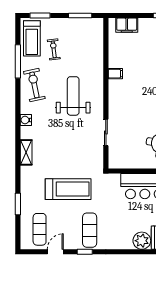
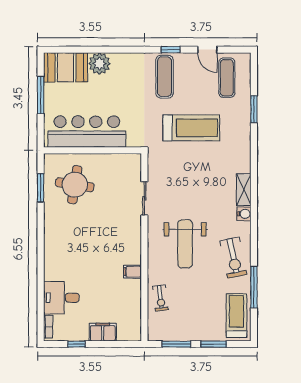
window: (40, 16) -> (214, 344), moved
filing cabinet: (127, 25) -> (103, 332), moved
exercise bike: (54, 49) -> (160, 298), moved
shelving: (26, 152) -> (244, 190), moved
treadmill: (68, 189) -> (191, 128), turned 180
door: (55, 252) -> (207, 50), hinge flipped

